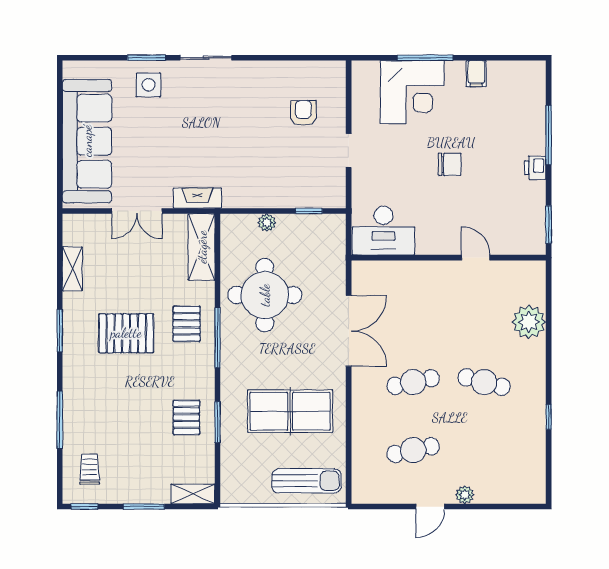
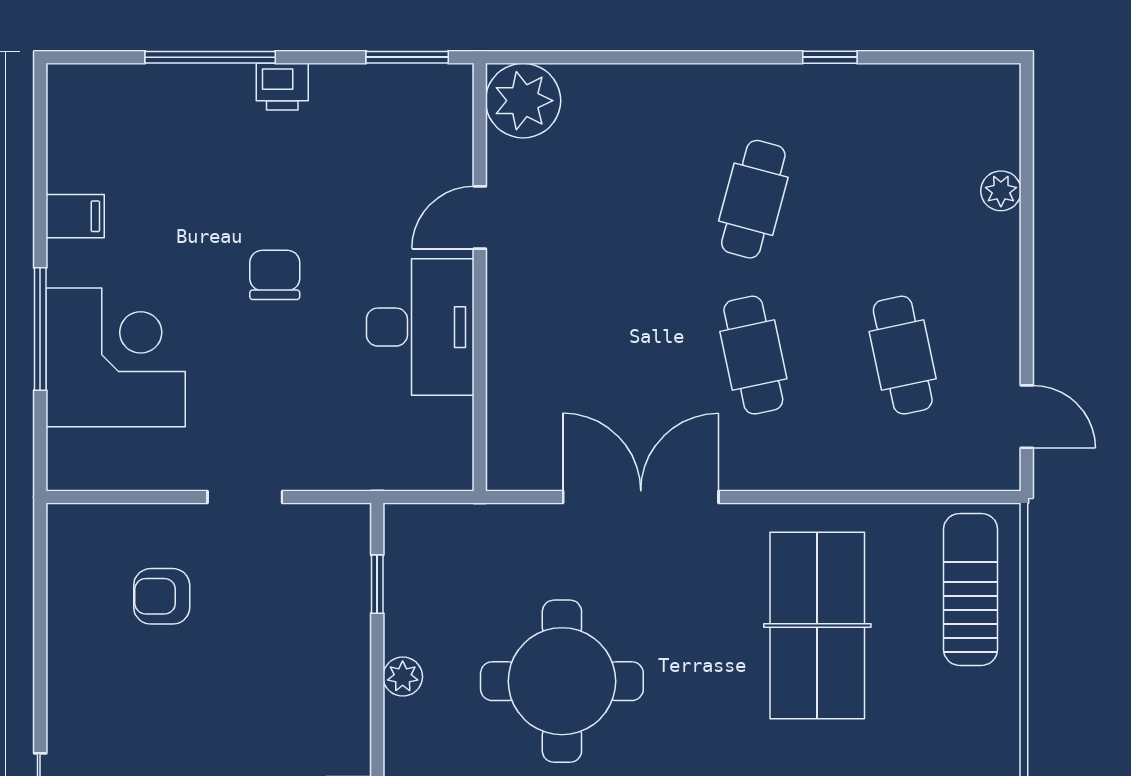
desk: (383, 231) -> (420, 327), moved
plant: (529, 322) -> (523, 101), moved
plant: (465, 495) -> (1001, 191), moved
door: (430, 507) -> (1027, 417), moved

